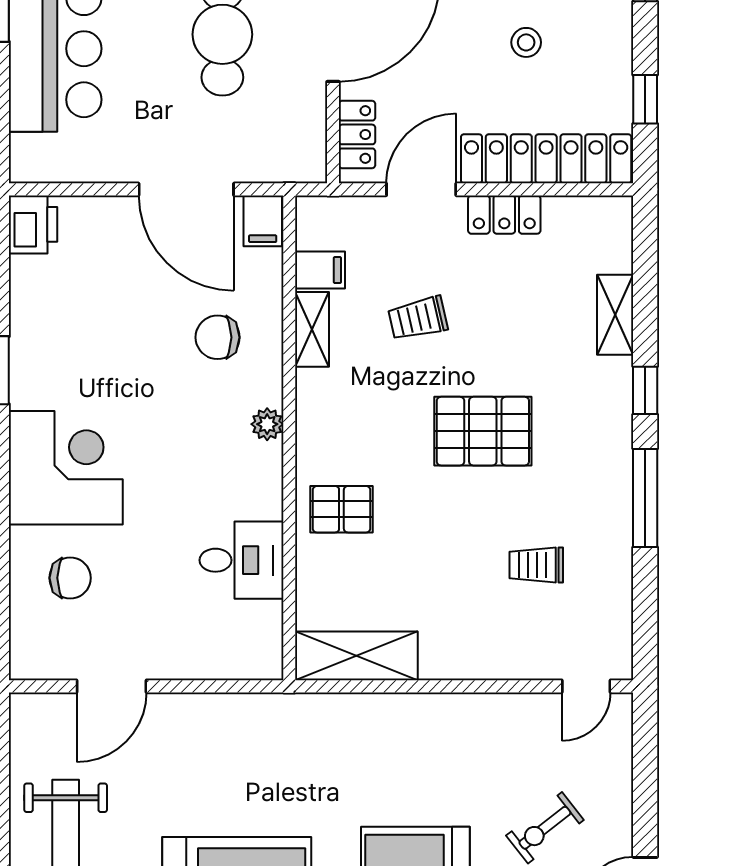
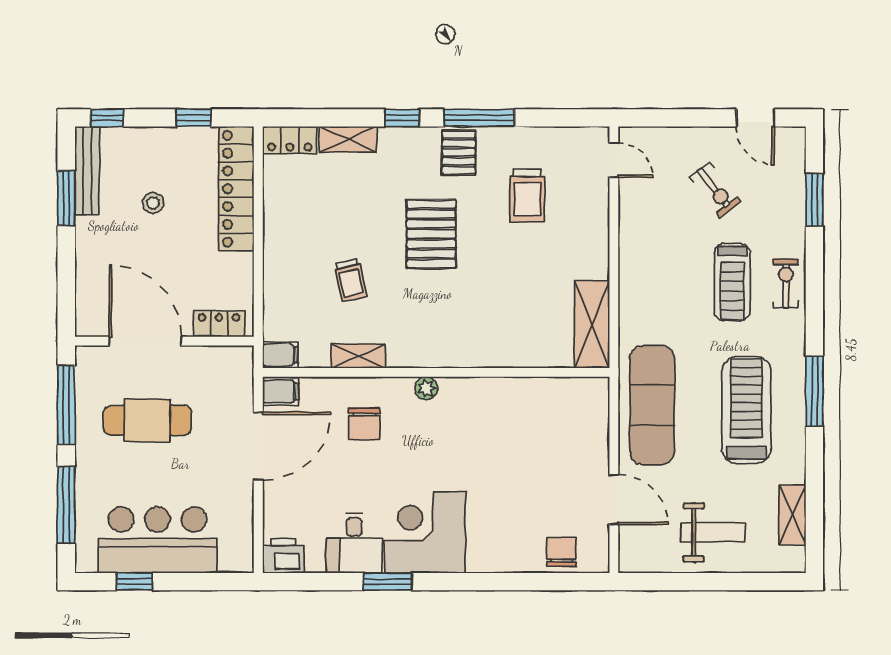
door: (421, 189) -> (258, 278), removed
locker: (504, 215) -> (290, 140), moved, turned 90
filing cabinet: (320, 270) -> (280, 355), moved, turned 90
corner desk: (66, 468) -> (425, 532), moved
pallet: (341, 509) -> (459, 152), moved
desk: (241, 560) -> (354, 543), moved, turned 180
trolley: (536, 565) -> (527, 196), width x1.36, depth x1.39
chair: (70, 578) -> (561, 552), moved
exercise mat: (244, 740) -> (652, 405), added

